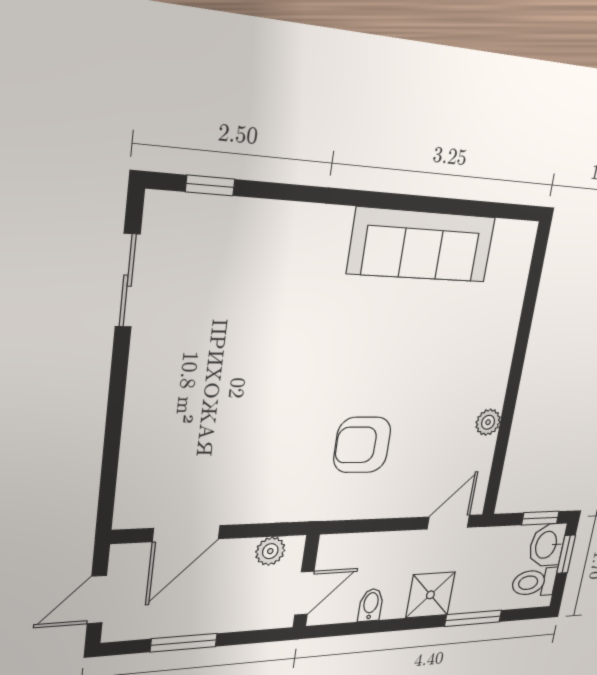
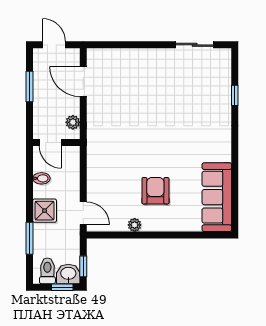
window: (210, 185) -> (235, 95), moved
sofa: (422, 245) -> (217, 197), moved
armchair: (362, 445) -> (155, 191), moved

